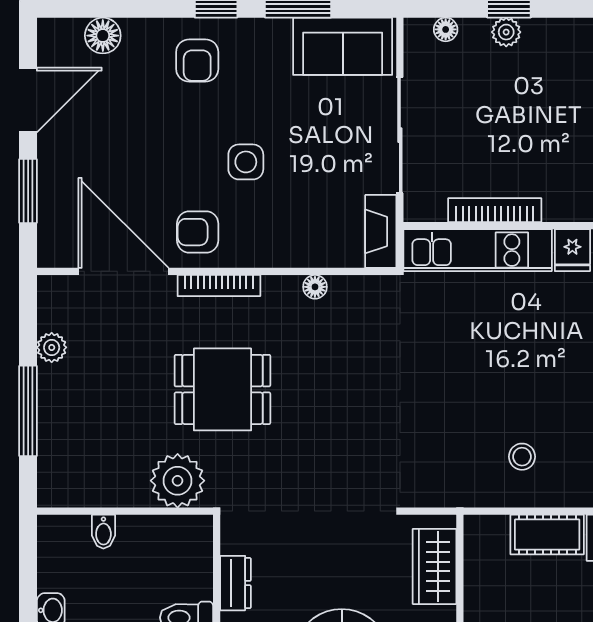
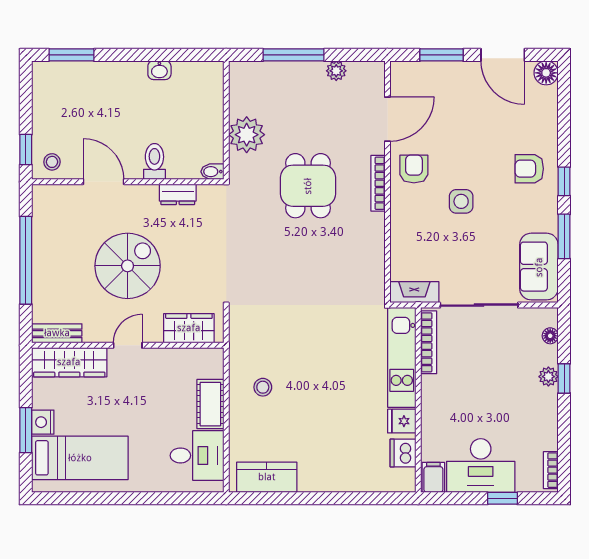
floor lamp: (103, 36) -> (546, 73), moved
bookcase: (495, 210) -> (429, 342), moved
door: (124, 271) -> (387, 119), width x0.73
floor lamp: (315, 287) -> (377, 248), removed
plant: (178, 481) -> (247, 135), moved
bidet: (103, 532) -> (212, 172), moved

